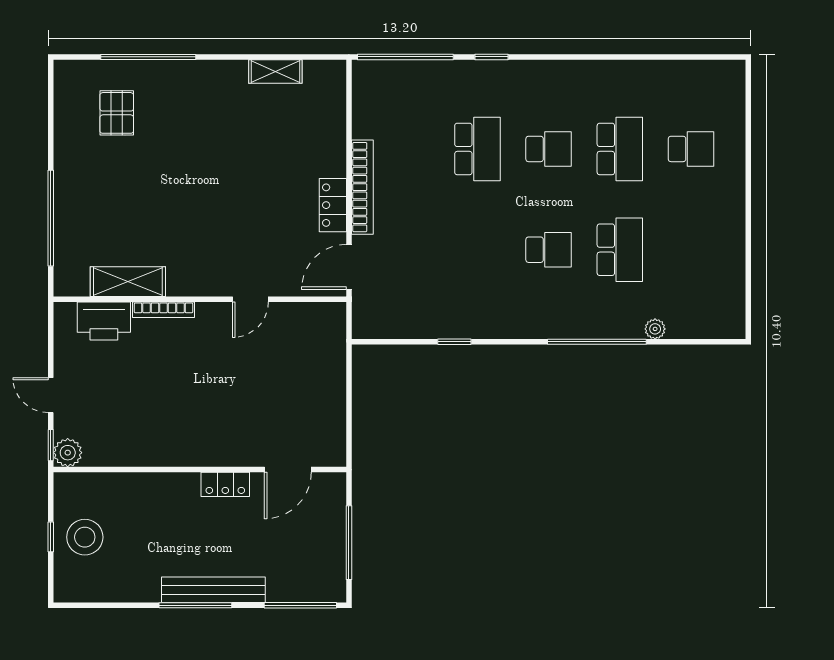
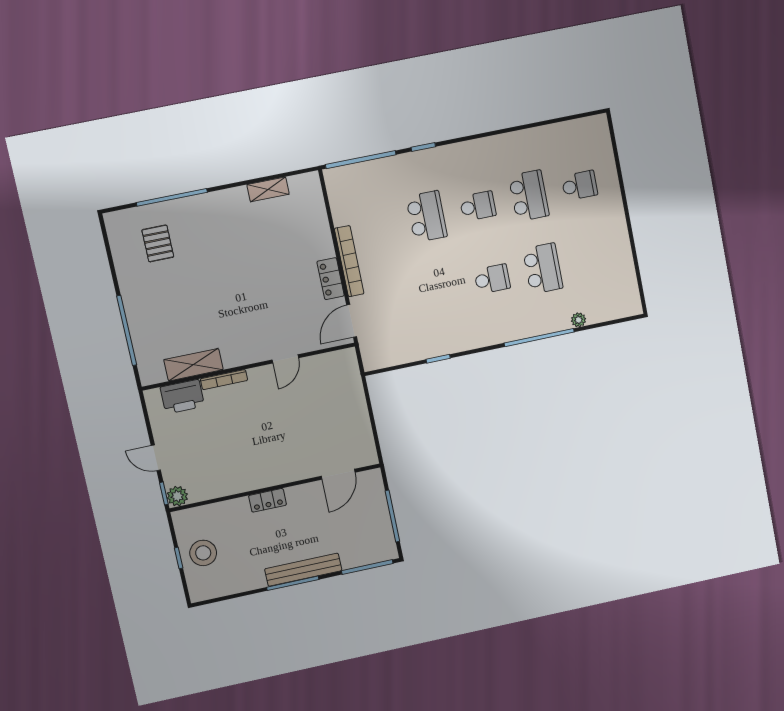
locker: (225, 484) -> (268, 500), moved

